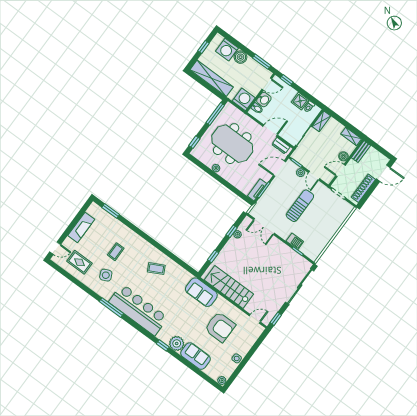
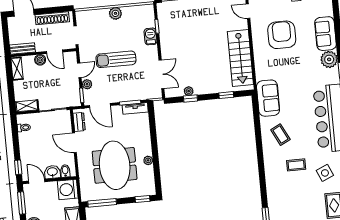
shower: (300, 101) -> (26, 140), removed
plant: (330, 232) -> (115, 13), added
coffee table: (116, 252) -> (296, 165), moved
sofa: (201, 292) -> (268, 98), moved

